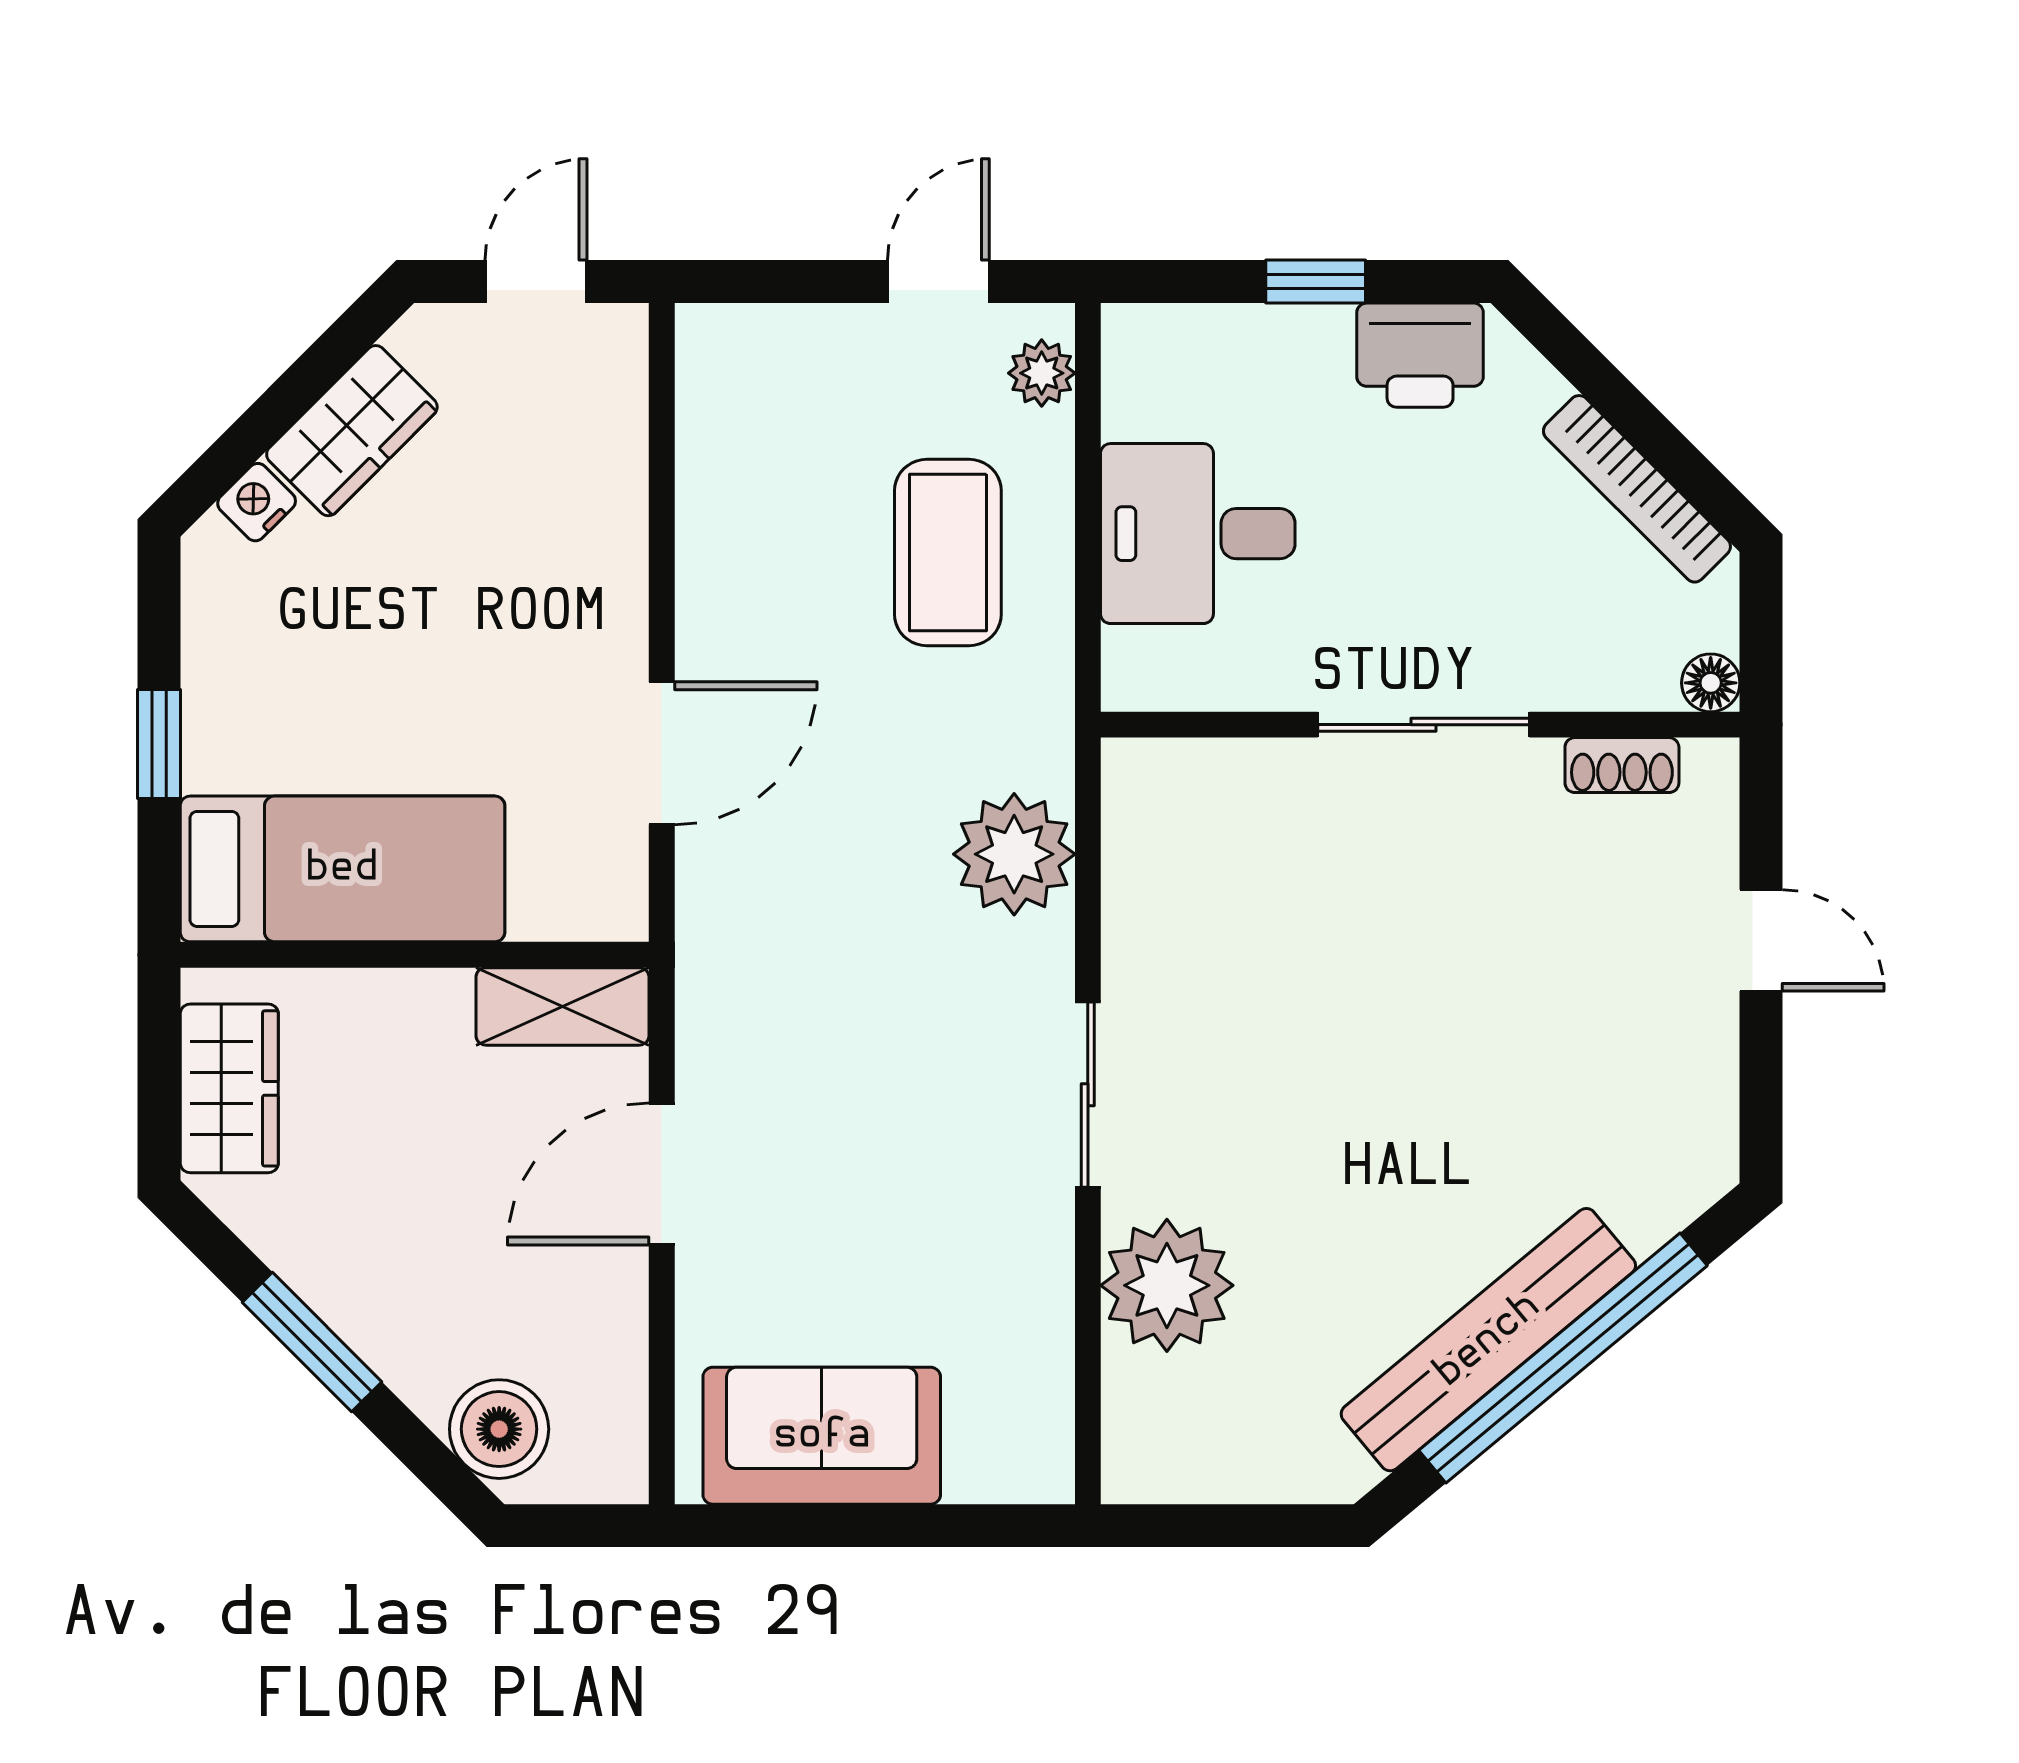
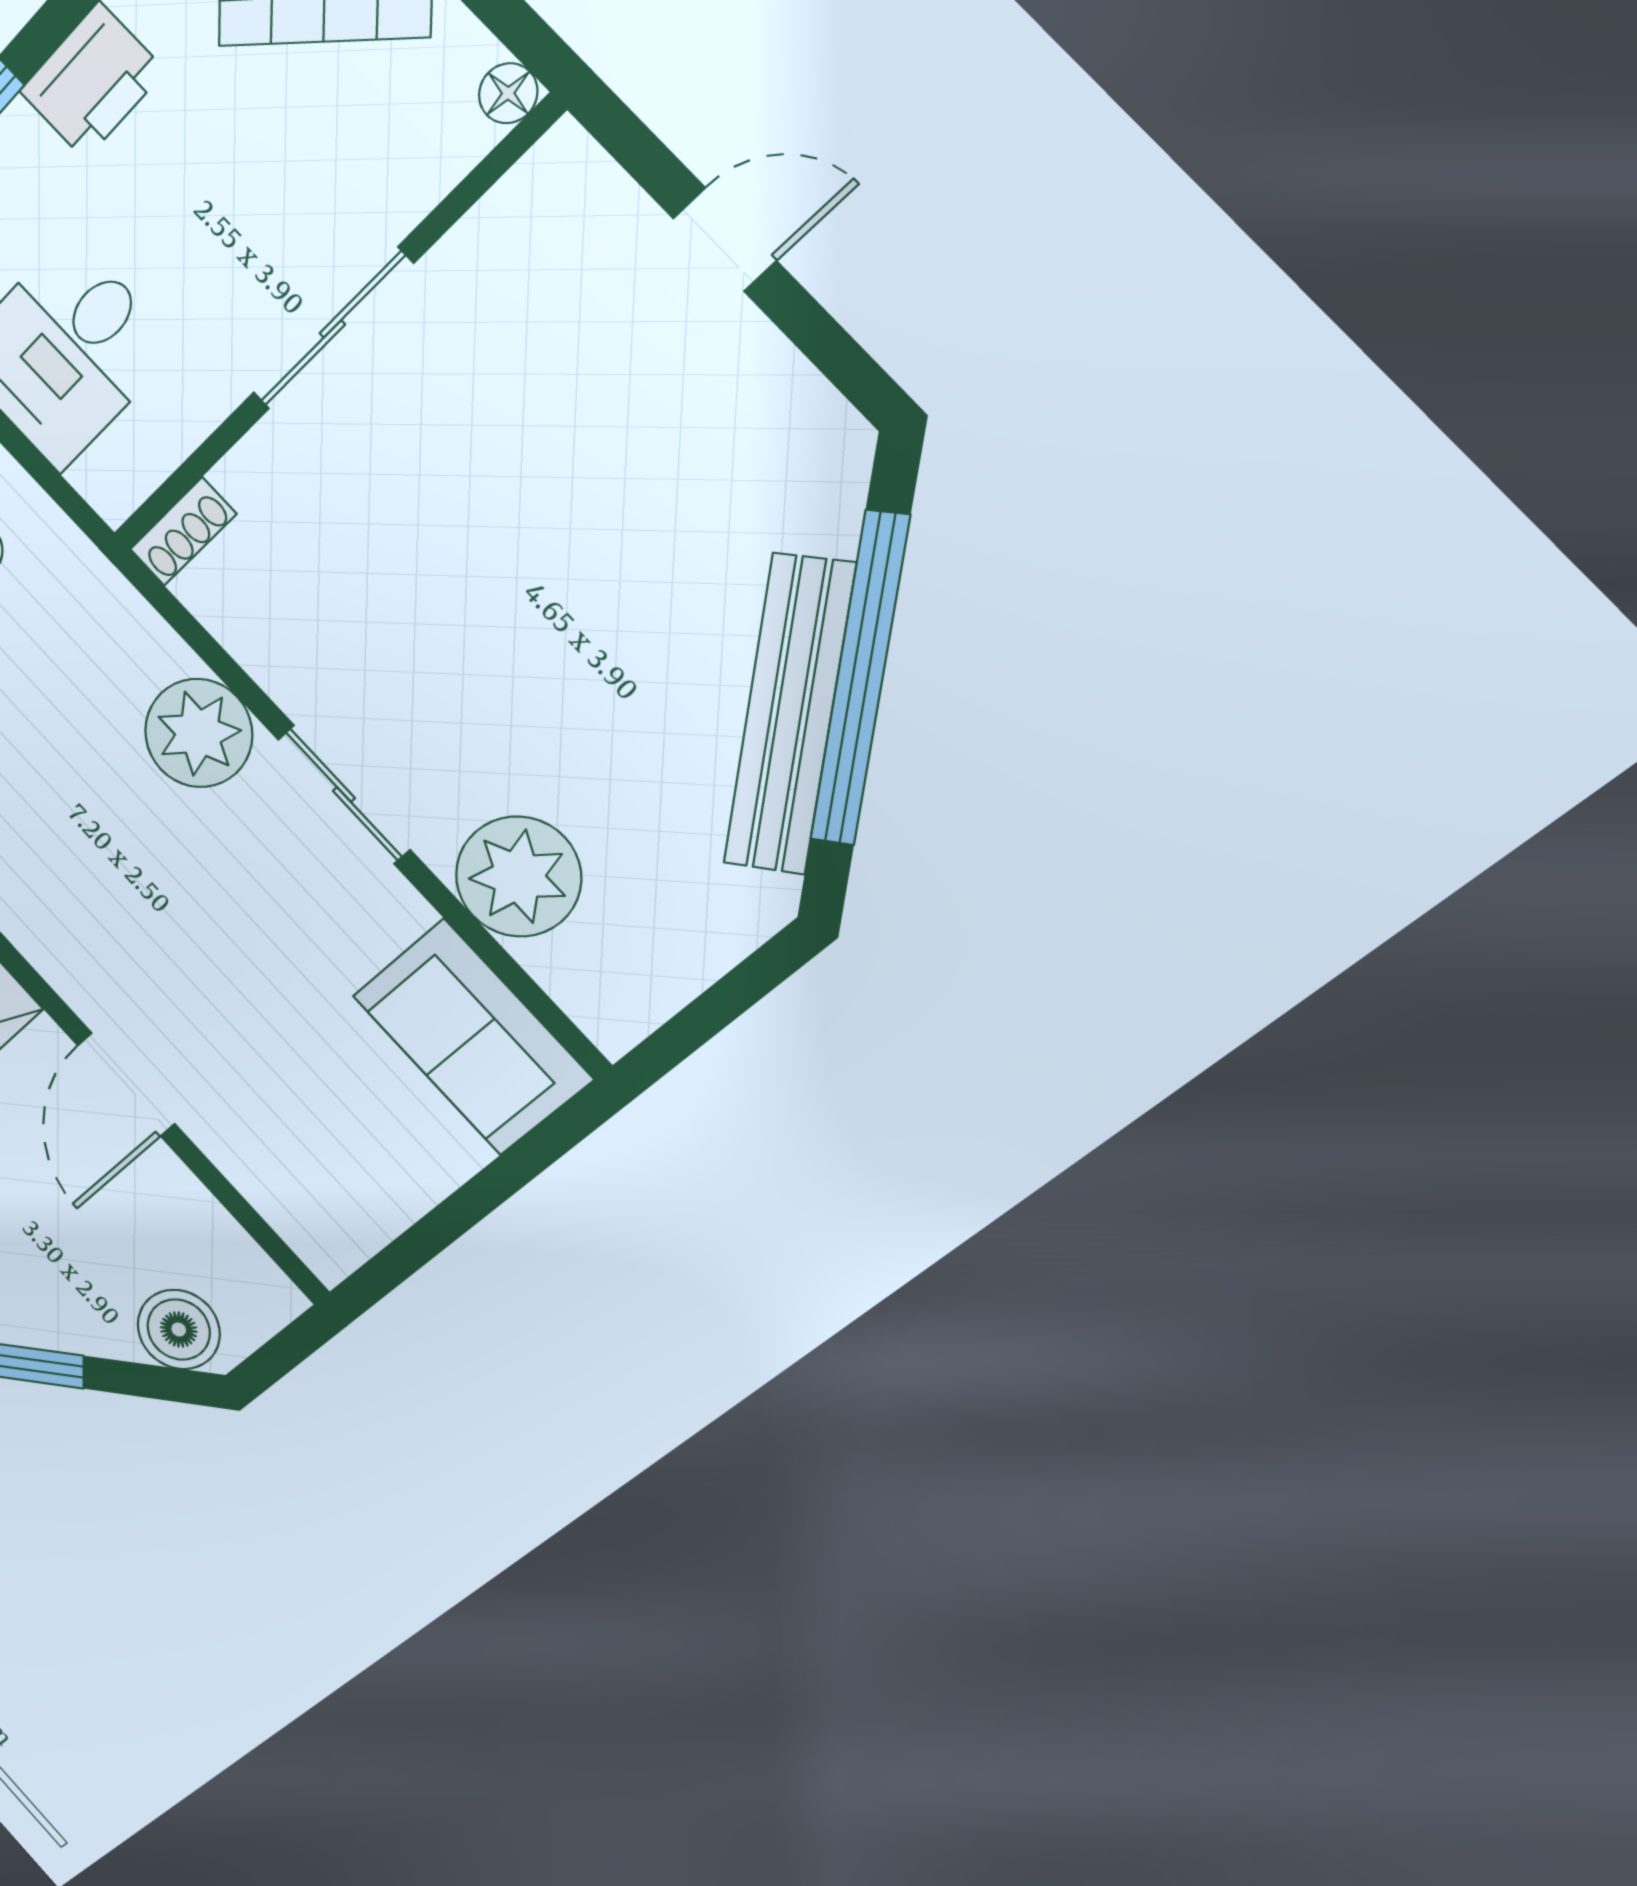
shoe rack: (1622, 765) -> (183, 532), moved
plant: (1014, 854) -> (199, 733), moved
sofa: (822, 1436) -> (472, 1037), moved, turned -90

